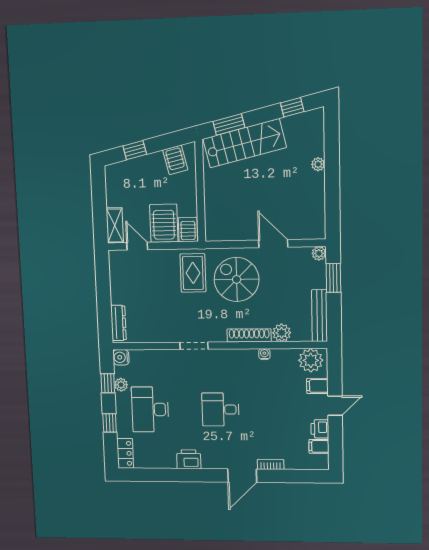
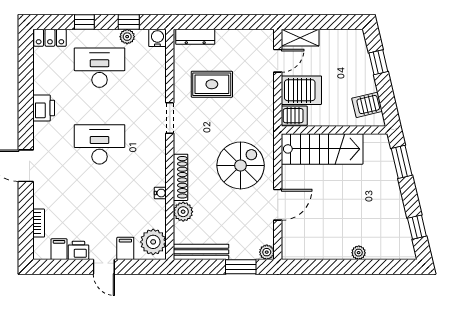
stairs: (245, 143) -> (322, 149), moved, turned -77
rug: (193, 273) -> (212, 84), moved
desk: (221, 410) -> (100, 144), width x1.37
bookcase: (271, 464) -> (39, 223), moved

